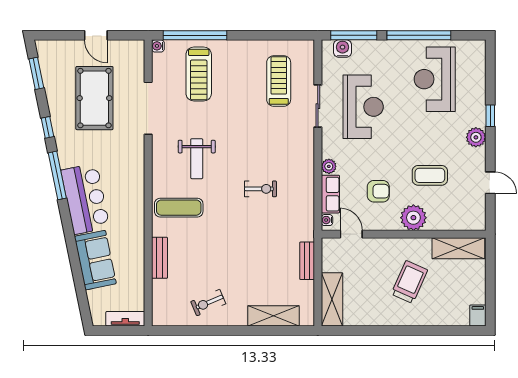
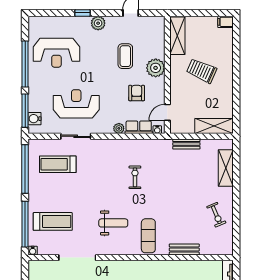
window: (272, 35) -> (25, 169), added

